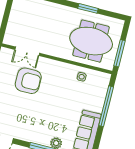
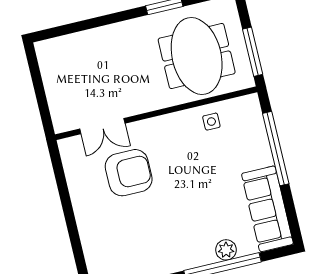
meeting table: (91, 41) -> (197, 56), turned 90

